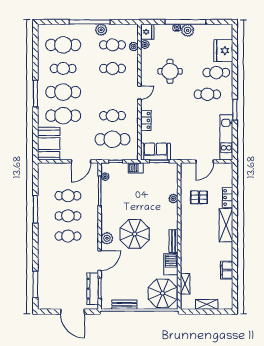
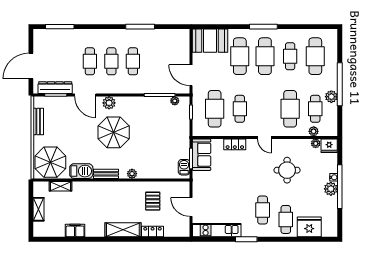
cafe table: (113, 68) -> (290, 109), width x1.37, depth x1.35
barbecue: (136, 168) -> (184, 167), moved
cafe table: (68, 196) -> (90, 61), moved
plant: (173, 199) -> (132, 174), moved

